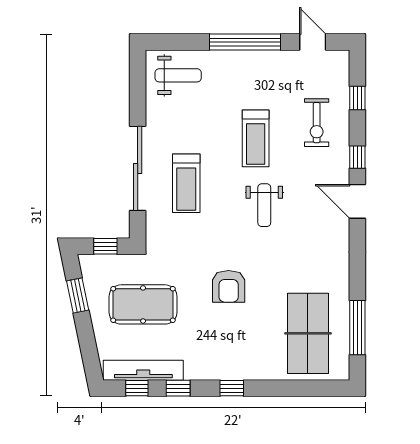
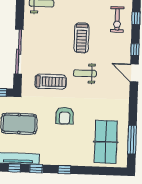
exercise bike: (317, 123) -> (117, 19), moved
treadmill: (186, 183) -> (51, 82), moved, turned -90
weight bench: (264, 205) -> (85, 73), turned 90

